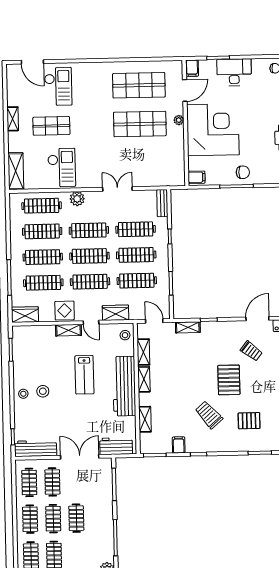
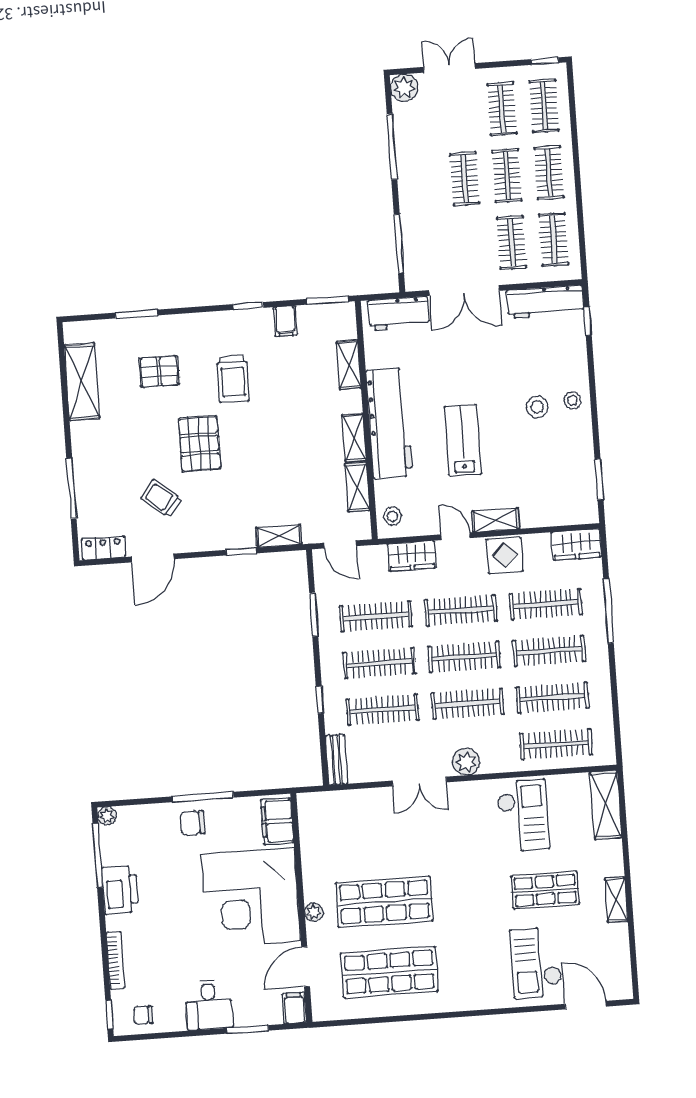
desk: (234, 72) -> (209, 1005), width x0.73
checkout: (62, 167) -> (523, 816), turned 180
filing cabinet: (197, 177) -> (277, 821), width x2.00
plant: (77, 199) -> (466, 762), moved
trolley: (209, 415) -> (233, 379), turned 41

